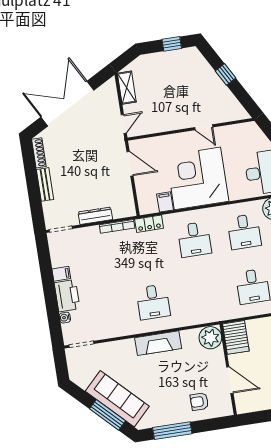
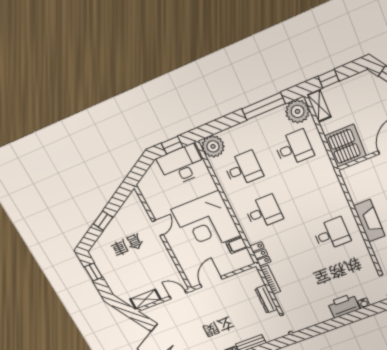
filing cabinet: (61, 274) -> (325, 314), removed
server rack: (236, 337) -> (345, 146), width x1.60
plant: (210, 338) -> (354, 175), removed

